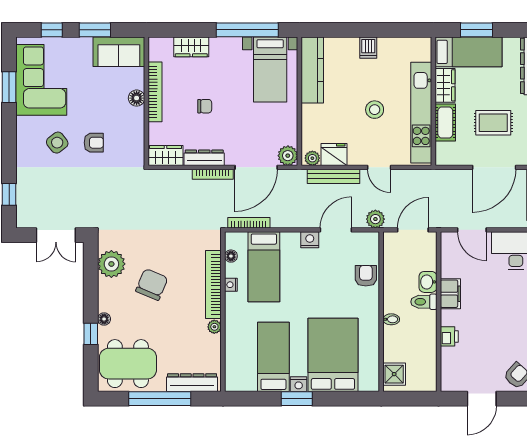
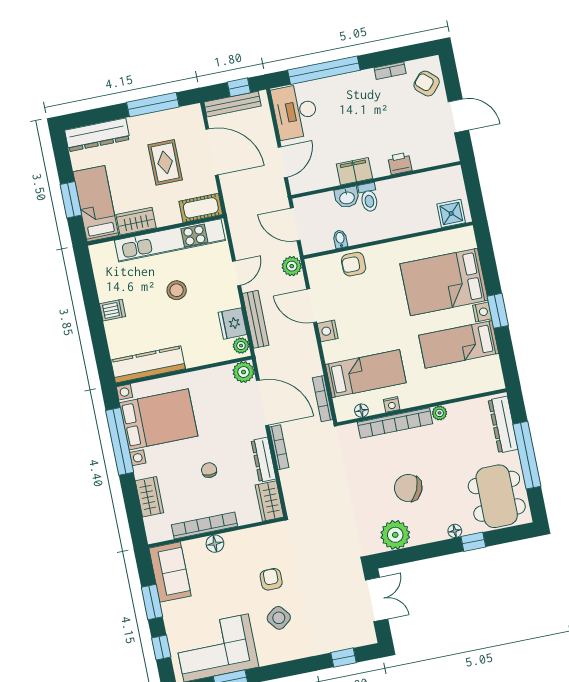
bed with nightstands: (270, 70) -> (159, 419), width x1.36
cot: (445, 122) -> (201, 208), moved
bidet: (391, 319) -> (340, 239), moved

